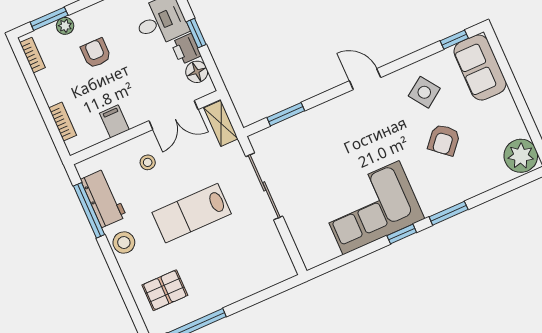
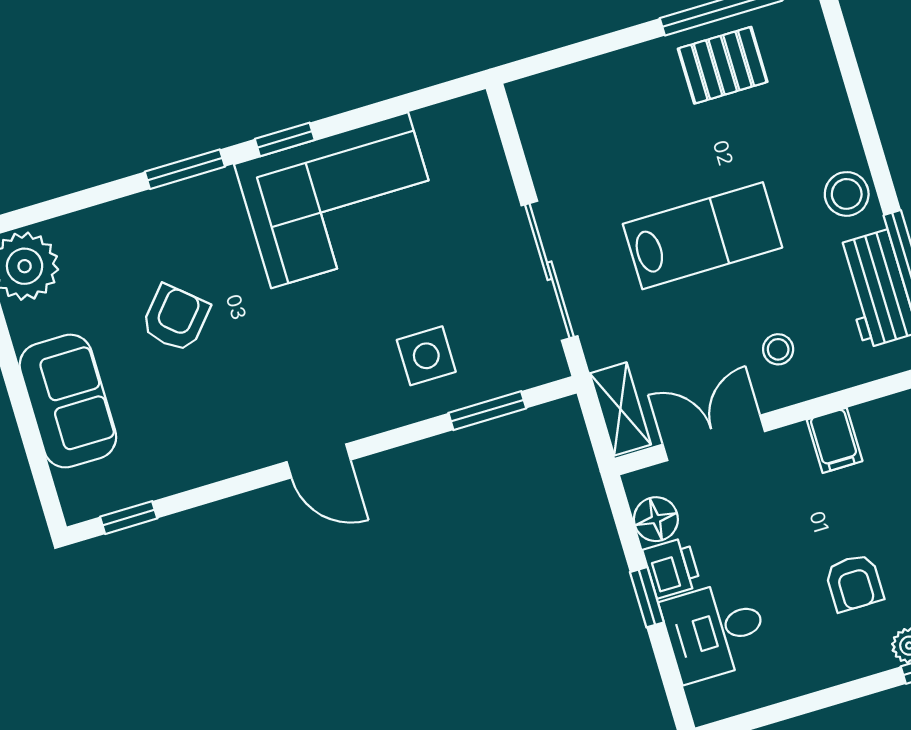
sofa: (480, 67) -> (68, 401), moved
side table: (424, 92) -> (426, 356), moved, turned 35
pallet: (165, 290) -> (723, 65), moved

